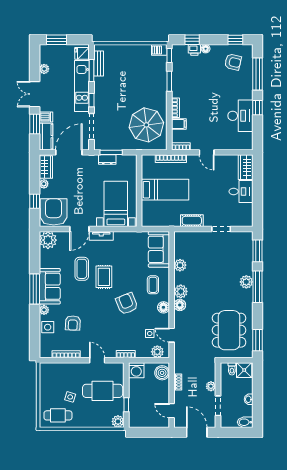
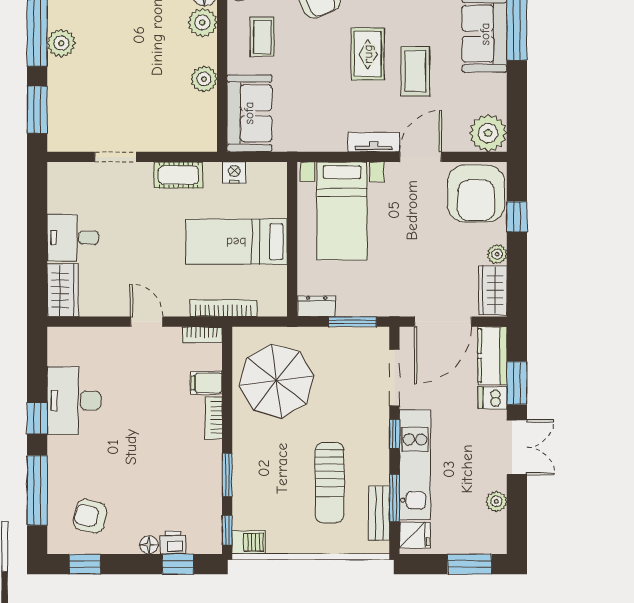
sun lounger: (122, 78) -> (330, 483), added
dresser: (107, 160) -> (317, 306), moved
nightstand: (166, 222) -> (234, 173), added

